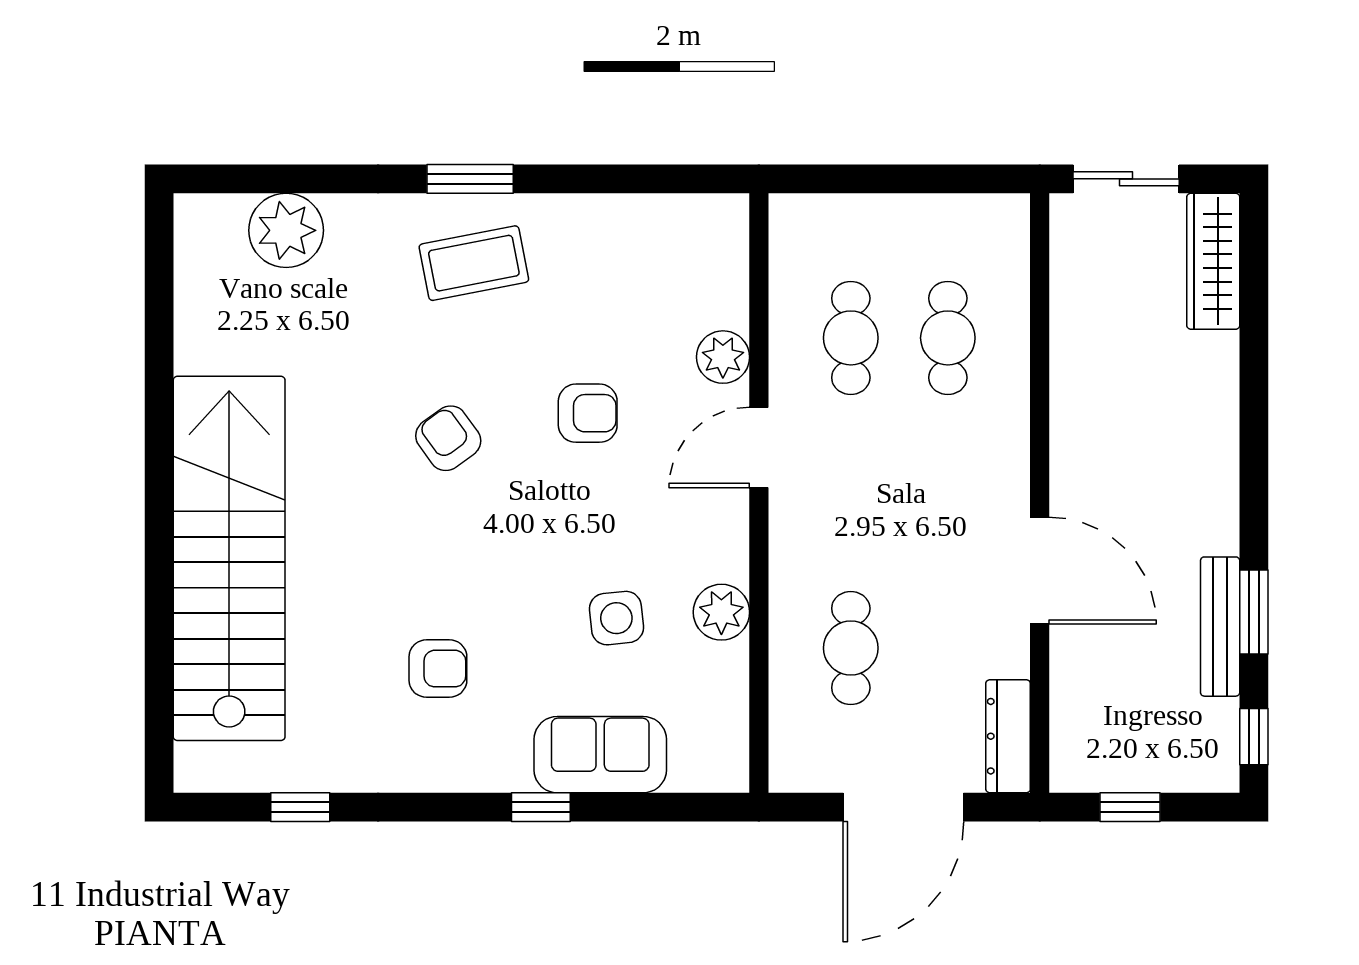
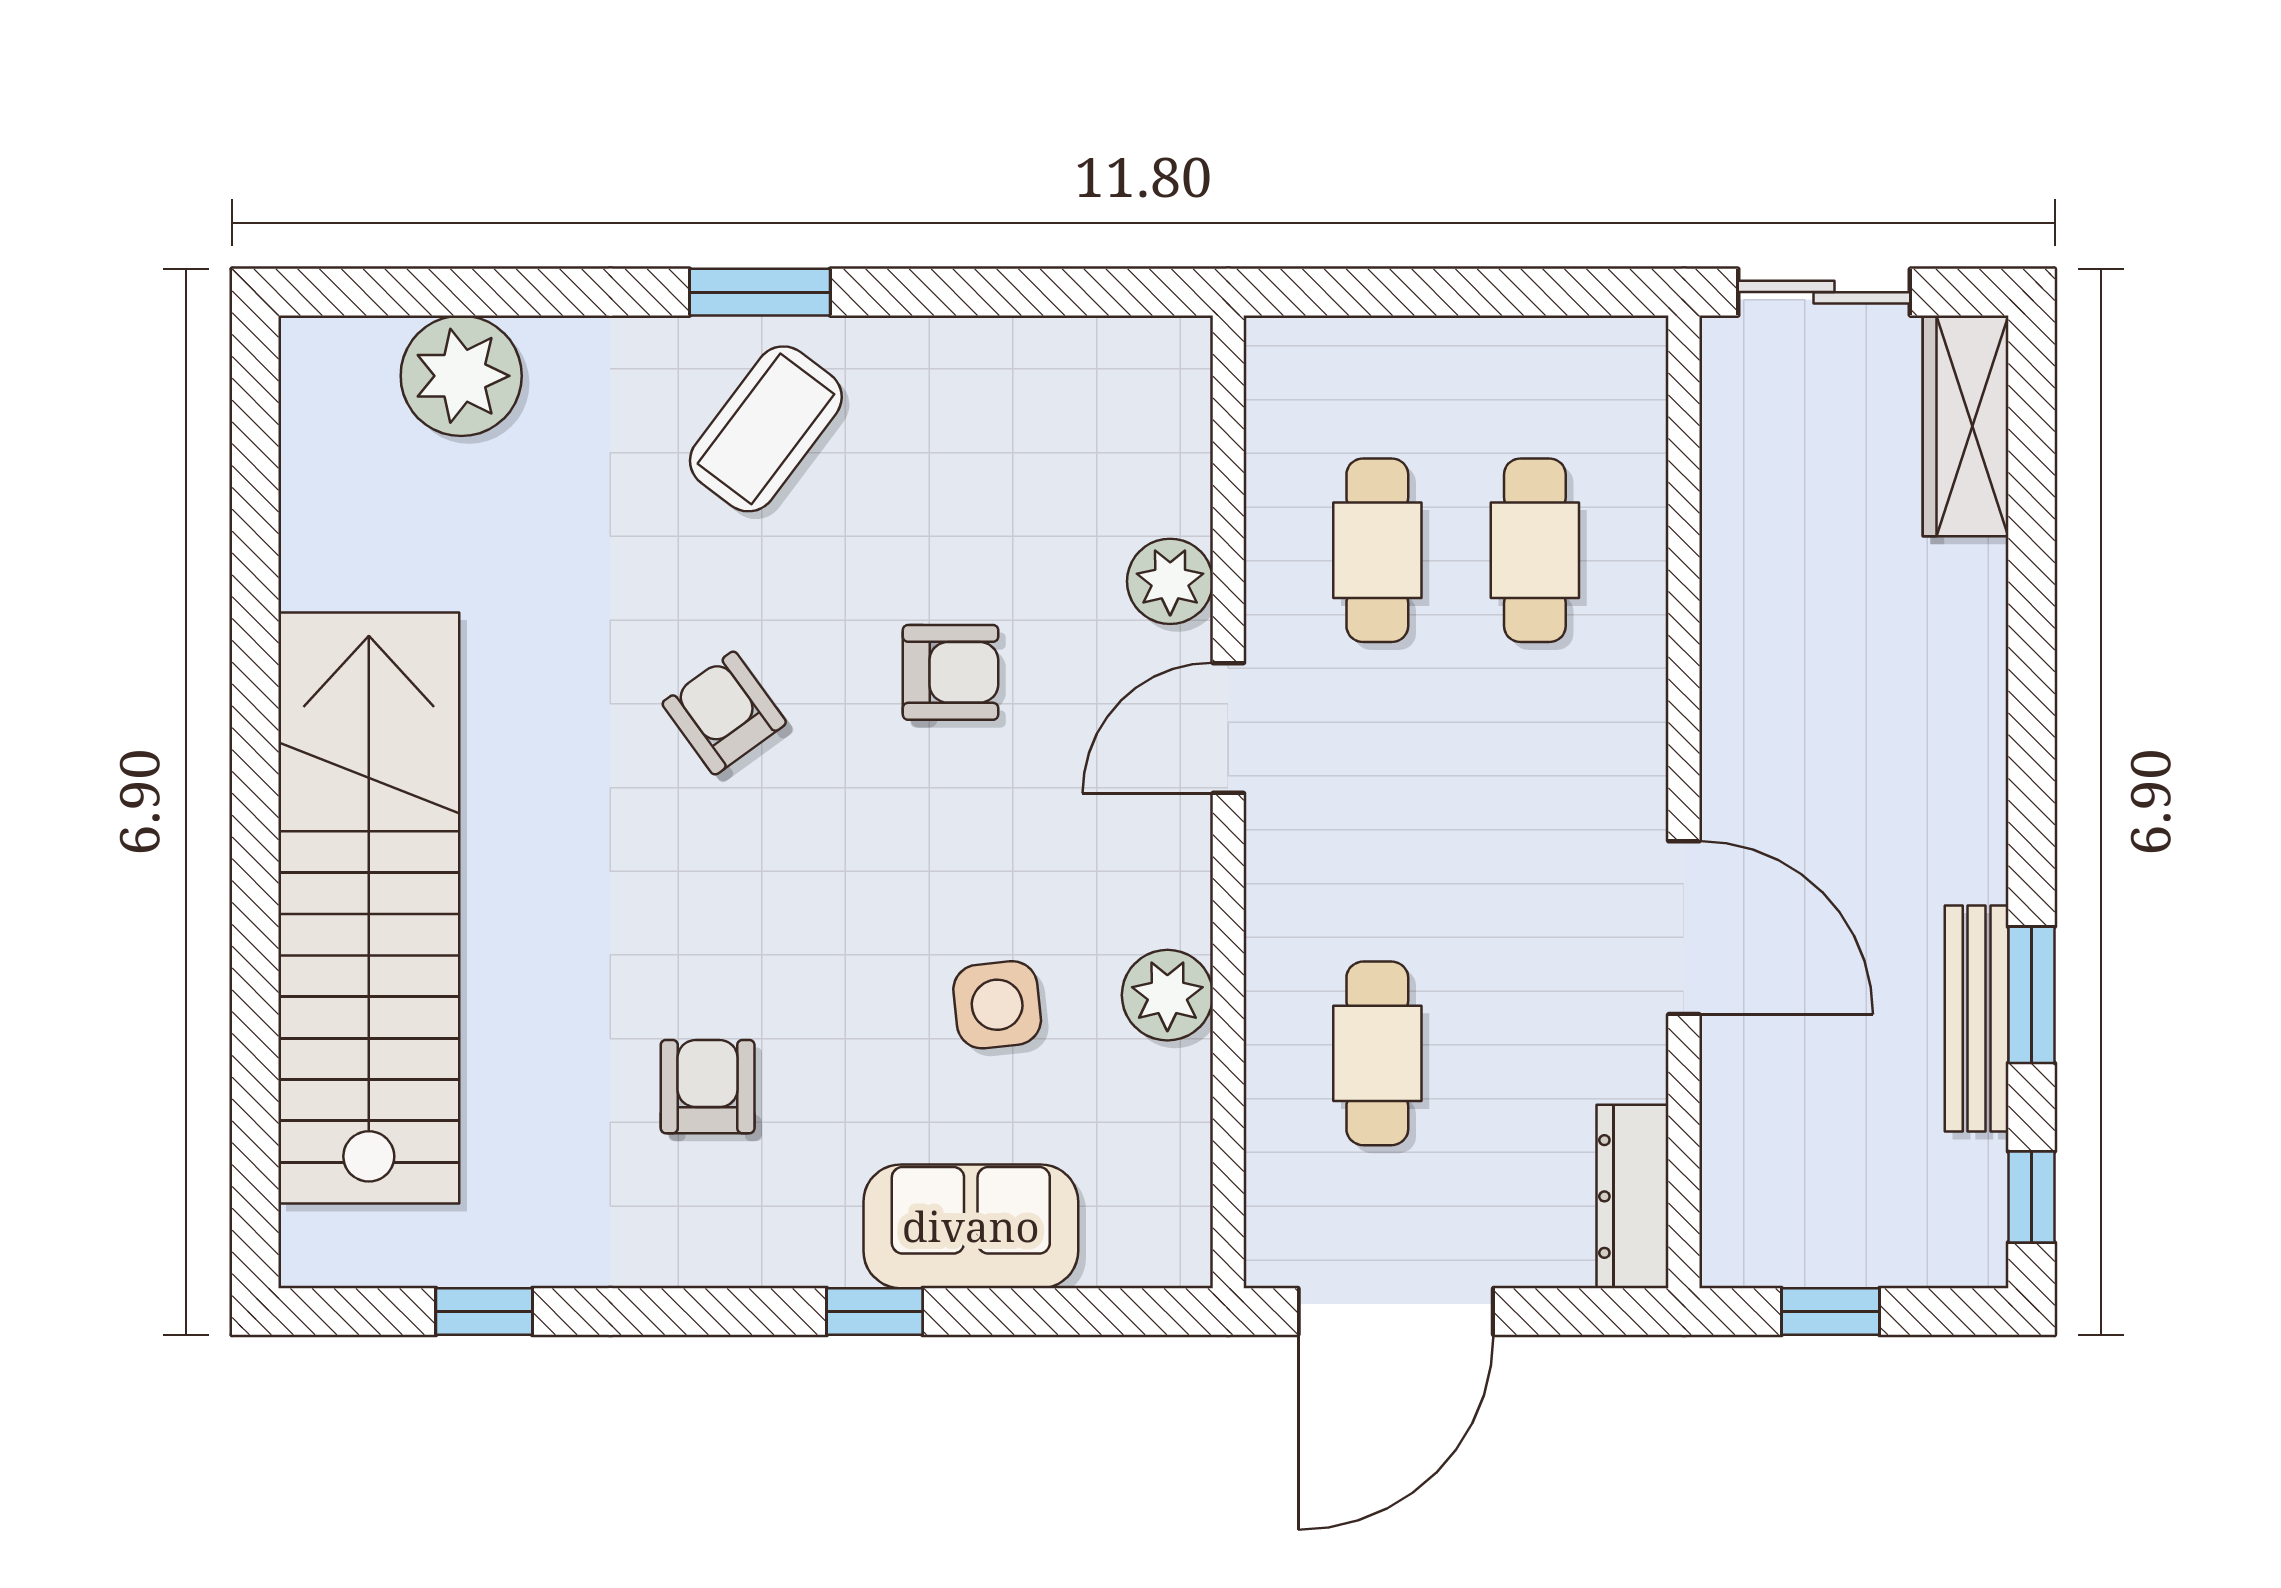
coffee table: (474, 263) -> (766, 429), turned -42
armchair: (438, 669) -> (708, 1087), turned -90
door: (903, 807) -> (1396, 1312), moved

